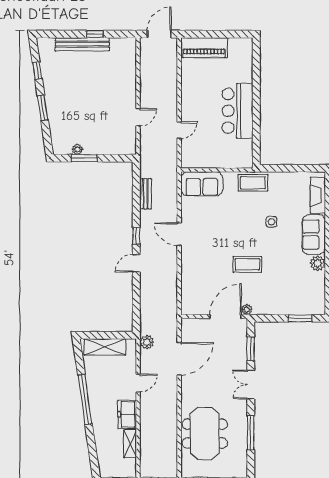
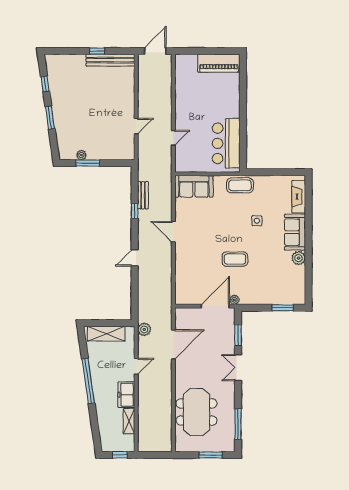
bench: (82, 44) -> (110, 60), moved
piano: (204, 48) -> (219, 63), moved
bar counter: (238, 111) -> (226, 143), moved
window: (136, 236) -> (135, 211), moved
window: (251, 433) -> (238, 424), moved

